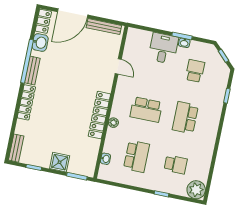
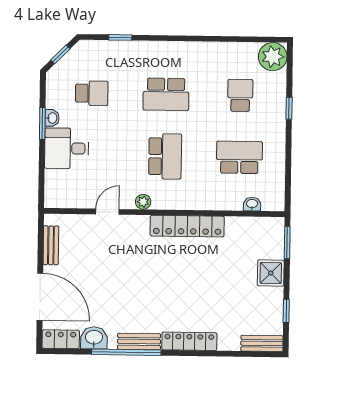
bench: (104, 27) -> (51, 245), width x0.73
school desk: (195, 71) -> (92, 93), turned 180
plant: (113, 123) -> (143, 202), moved

